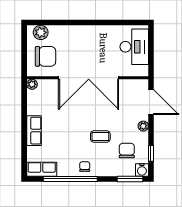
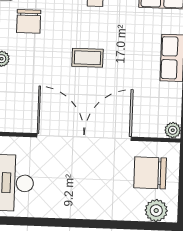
coffee table: (100, 136) -> (87, 58), moved

